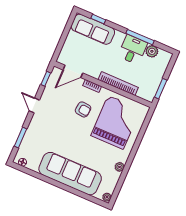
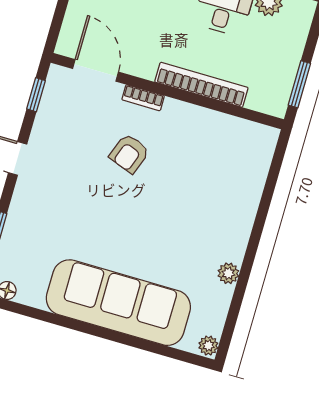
door: (73, 71) -> (95, 70), swing flipped
armchair: (83, 109) -> (129, 154), turned 104
grand piano: (116, 122) -> (207, 173), removed

